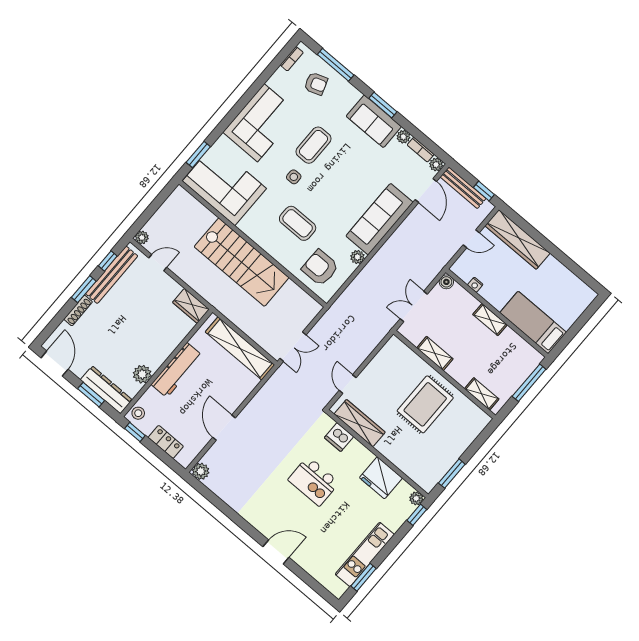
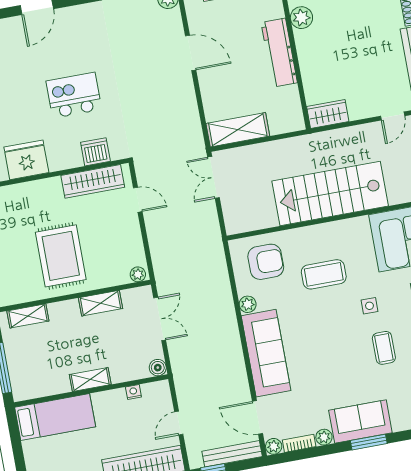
coffee table: (313, 145) -> (384, 348), width x0.73, depth x0.77
plant: (396, 344) -> (138, 274), added
shelving: (240, 348) -> (238, 130), width x0.68

